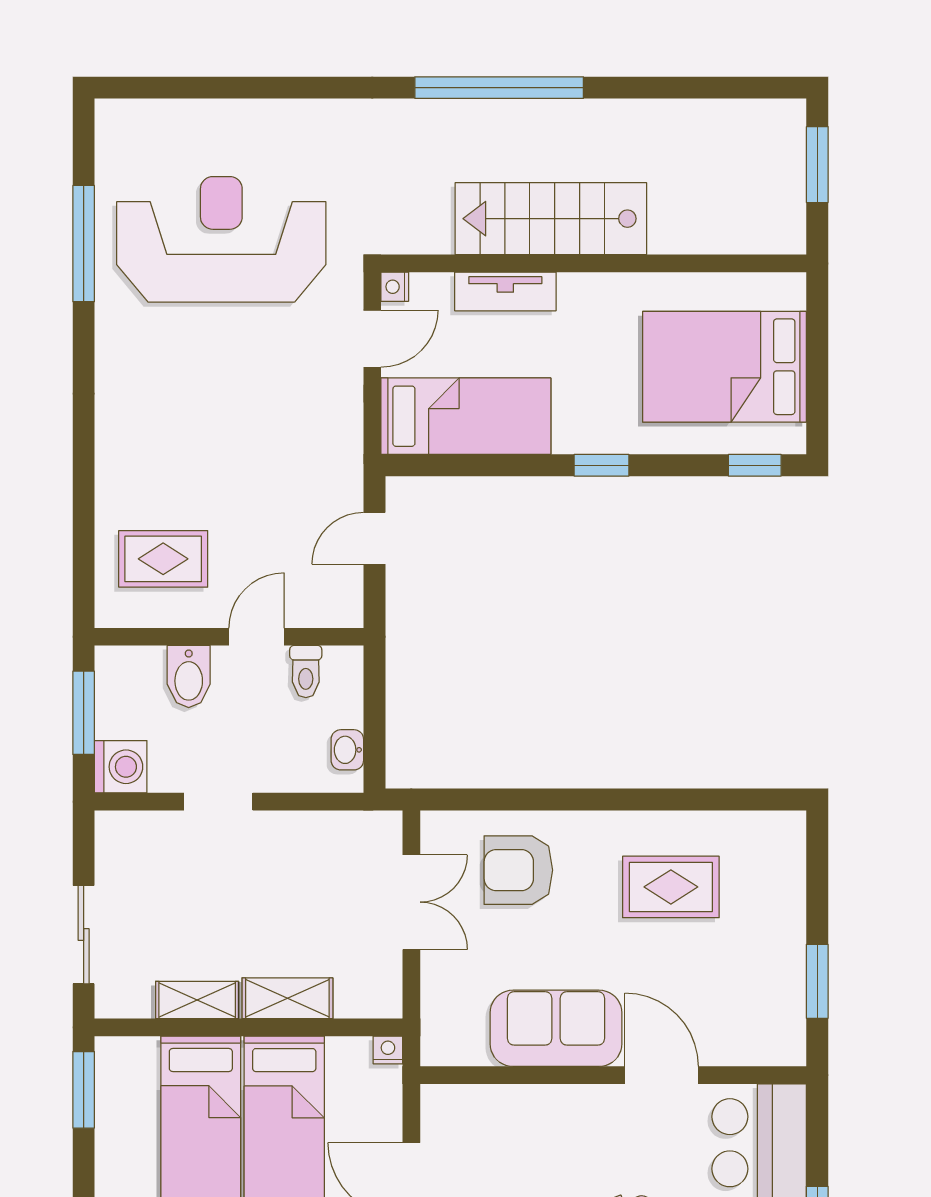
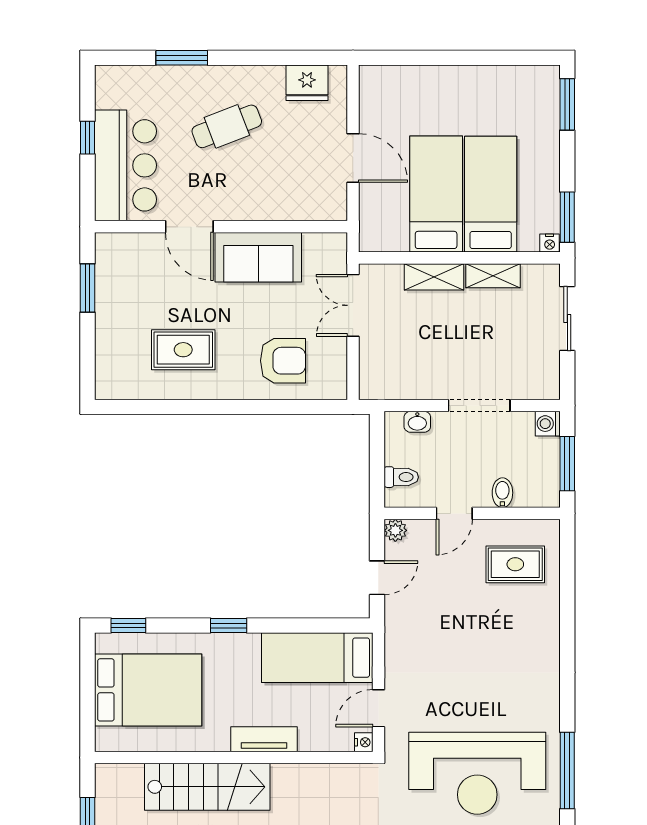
stairs: (551, 219) -> (207, 787), moved
tv unit: (505, 291) -> (264, 739), moved
plant: (346, 611) -> (395, 530), added
toilet: (306, 672) -> (401, 477), moved, turned 90
bidet: (189, 677) -> (502, 493), width x0.72, depth x0.74
washbasin: (347, 750) -> (417, 422), moved, turned 90
washing machine: (121, 767) -> (548, 424), width x0.73, depth x0.73
doorway: (218, 802) -> (479, 405), width x1.38
double door: (411, 902) -> (353, 305), moved
nightstand: (388, 1050) -> (550, 243), moved

